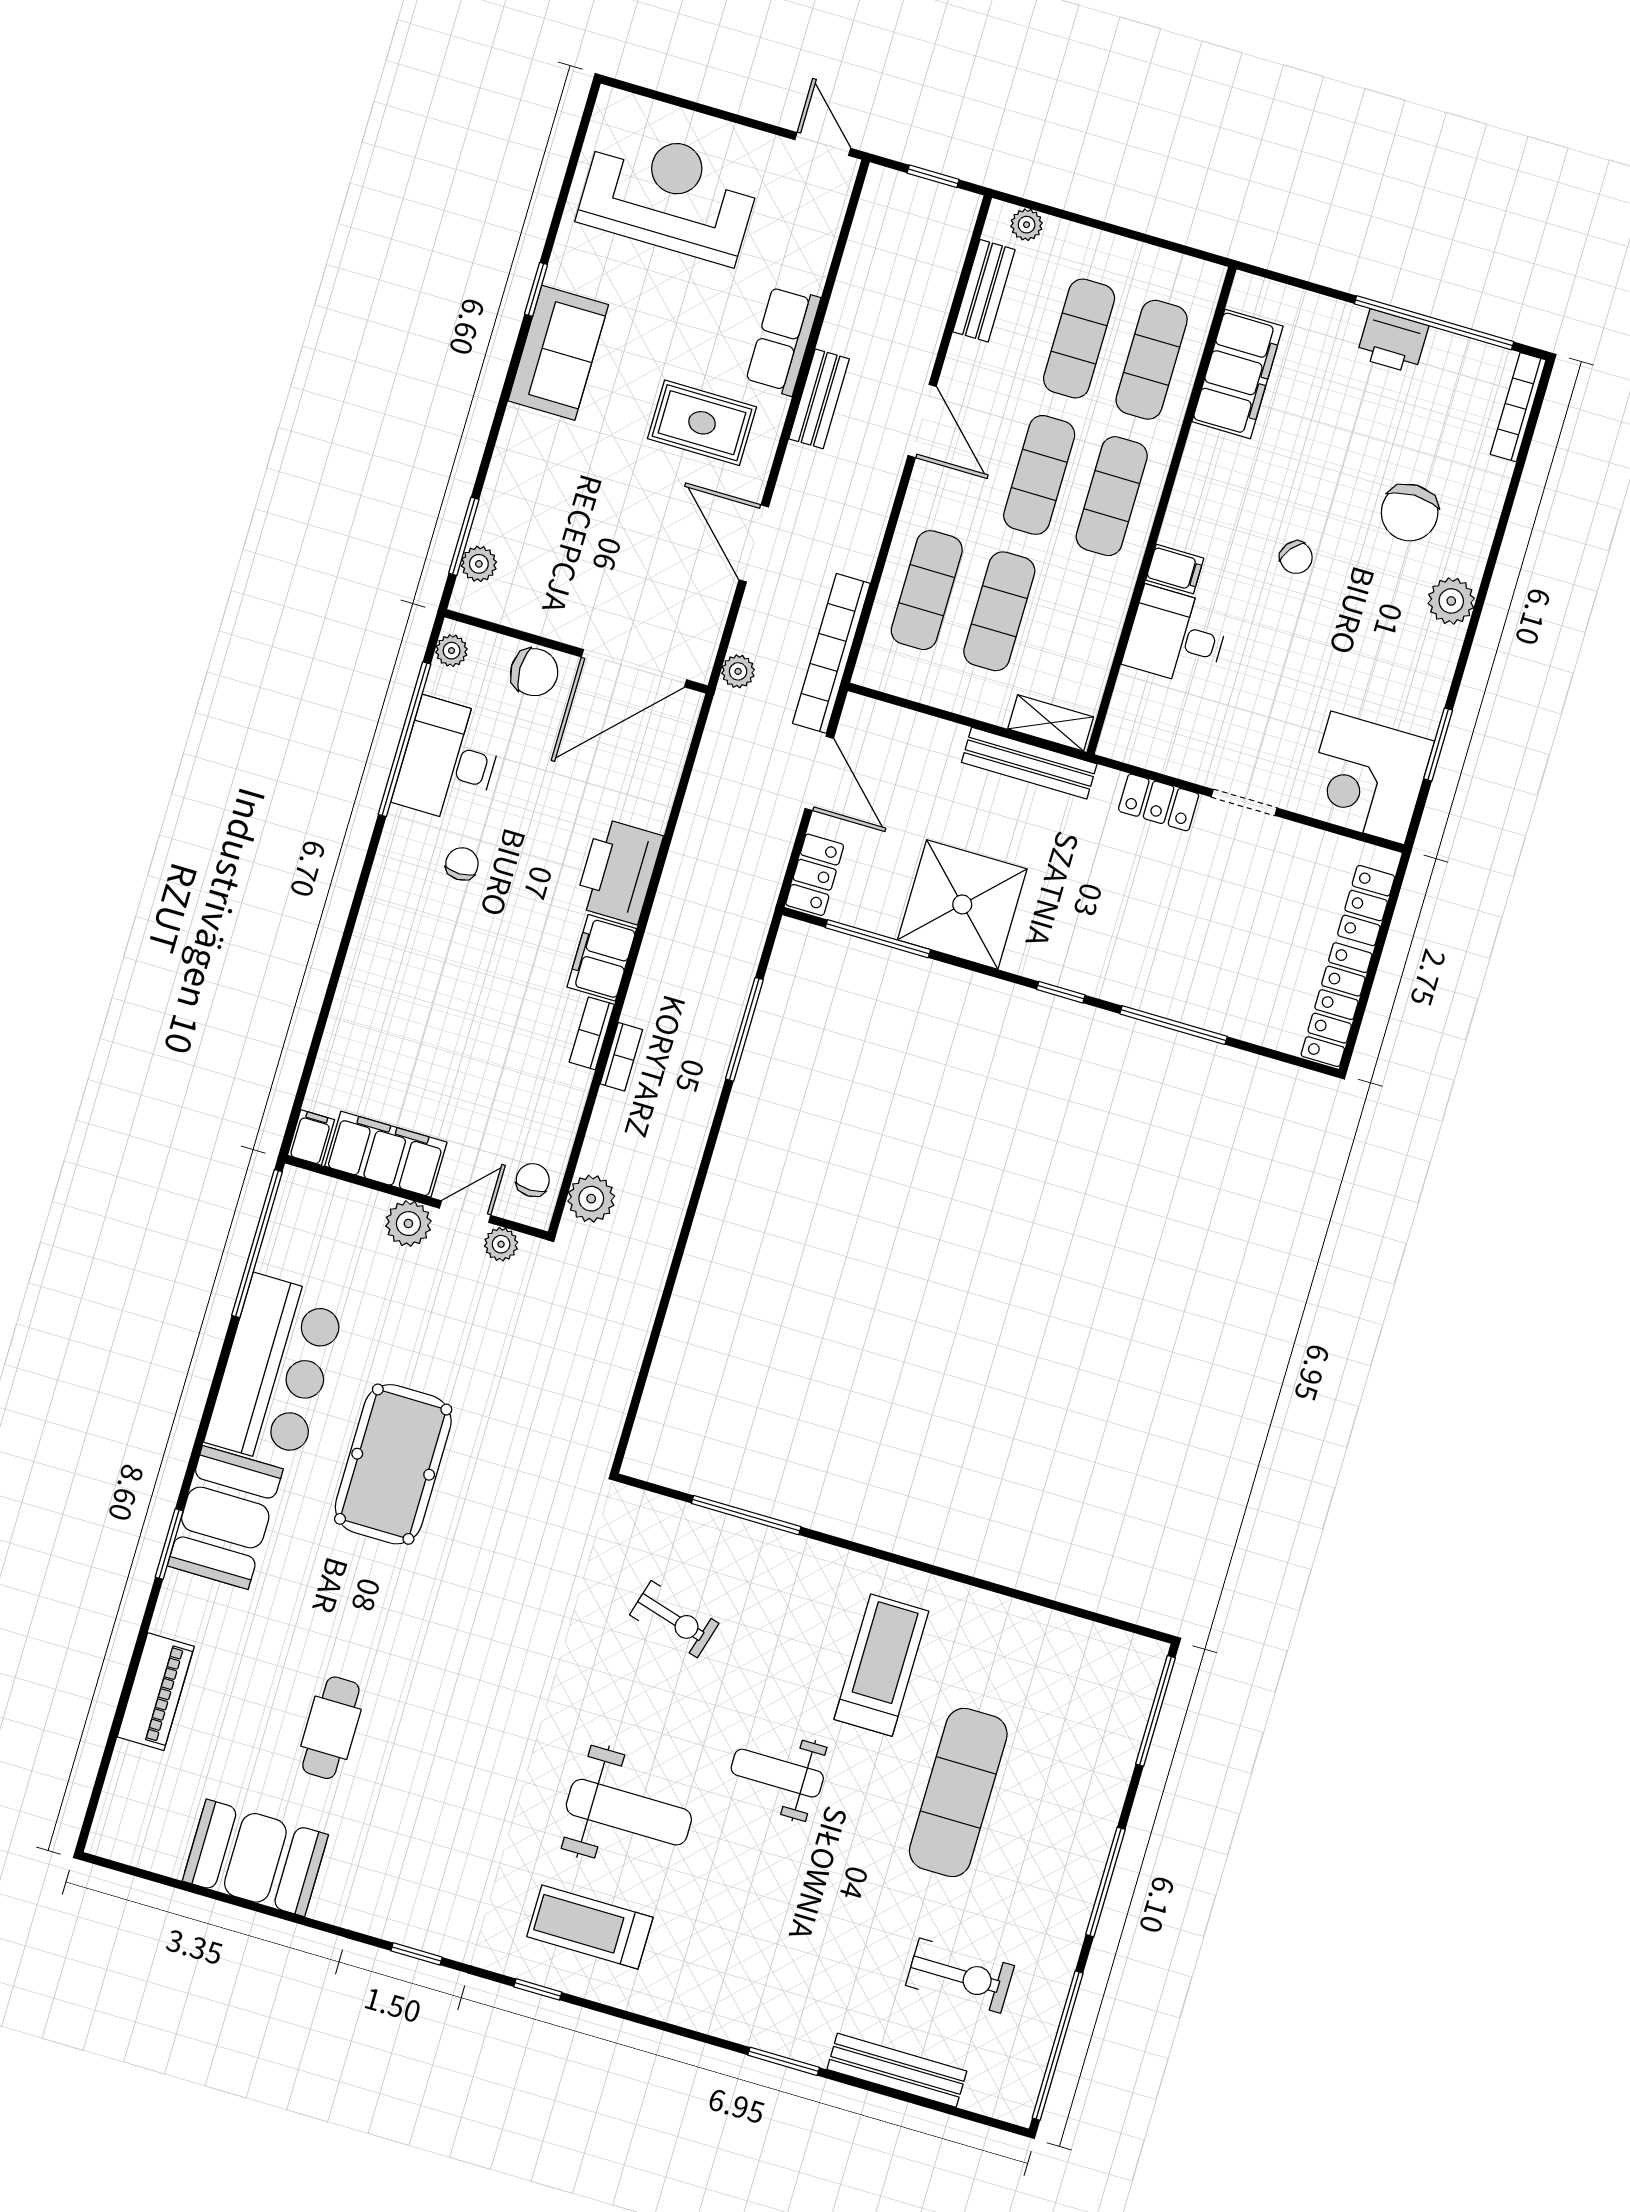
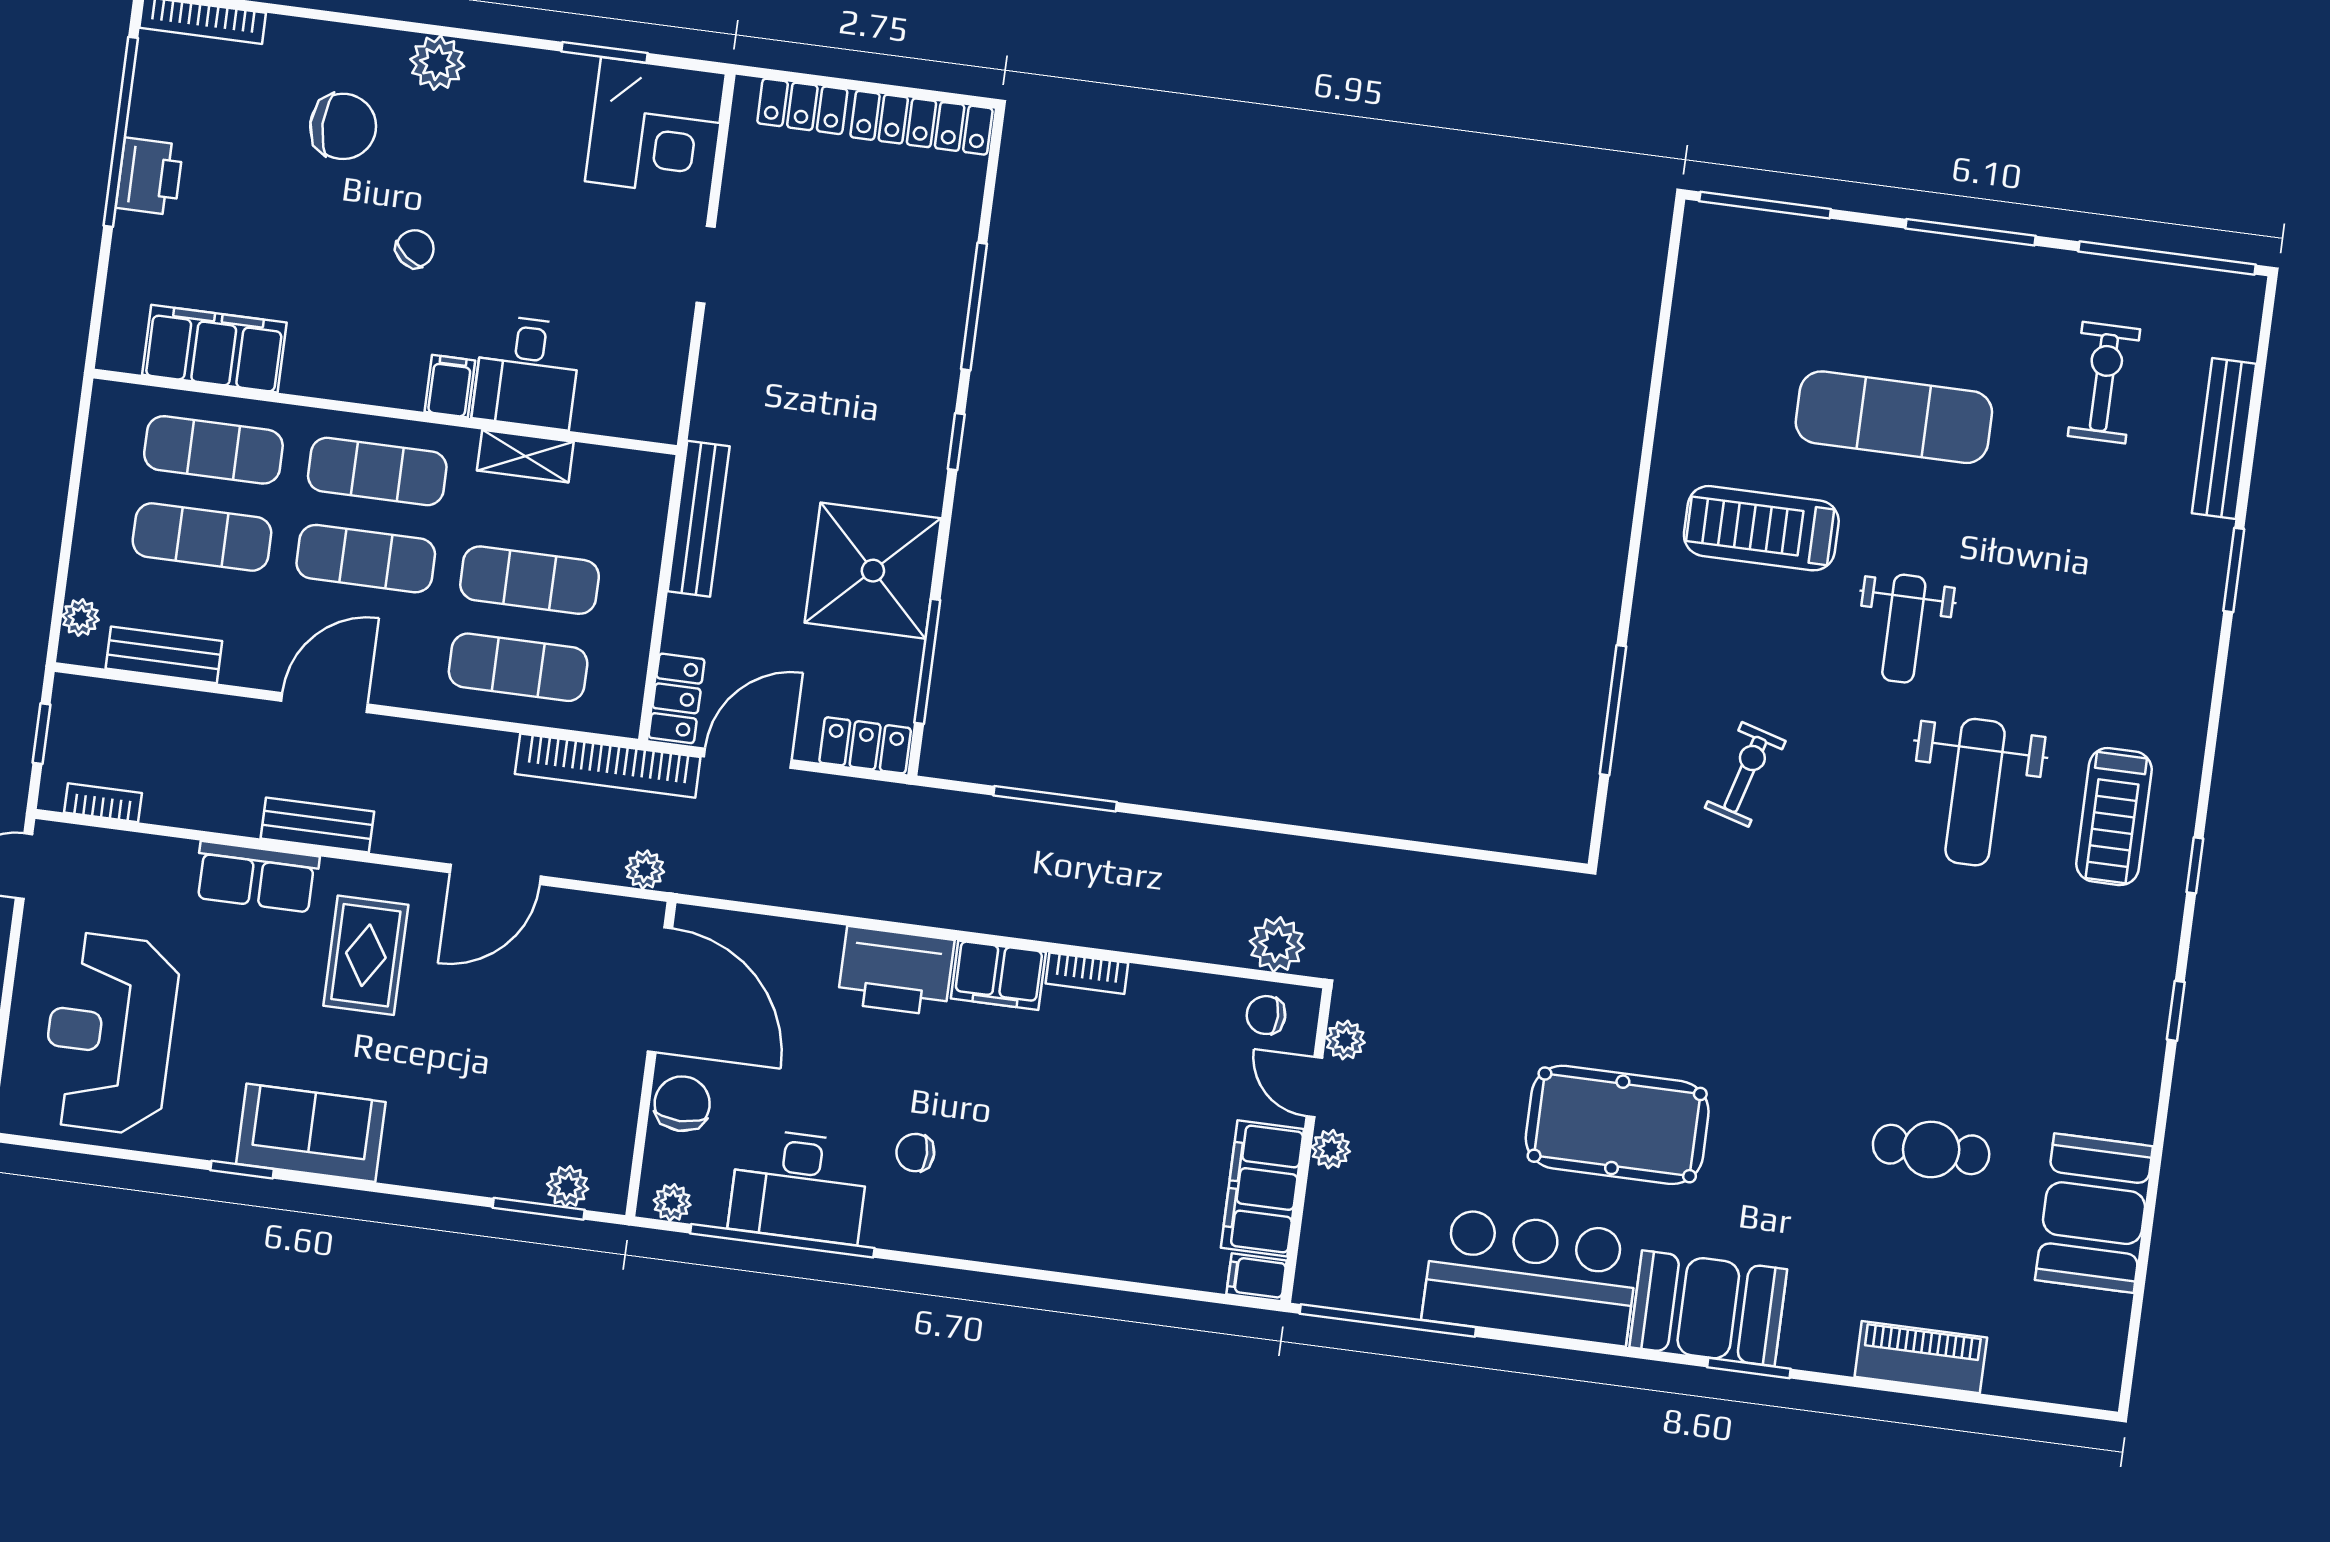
shelving: (1051, 723) -> (525, 456), moved, turned 90
locker: (1159, 802) -> (677, 698), moved
bookcase: (621, 1057) -> (103, 803), moved
plant: (408, 1224) -> (1331, 1149), width x0.73, depth x0.73
weight bench: (629, 1812) -> (1975, 792), turned 180

